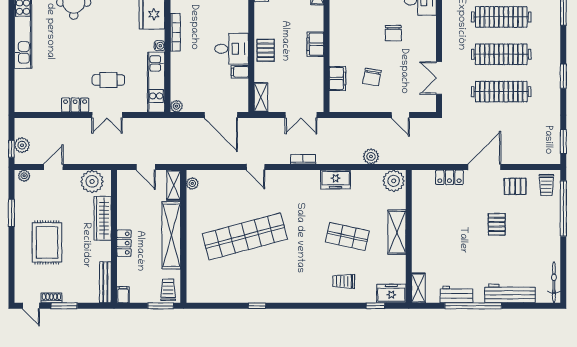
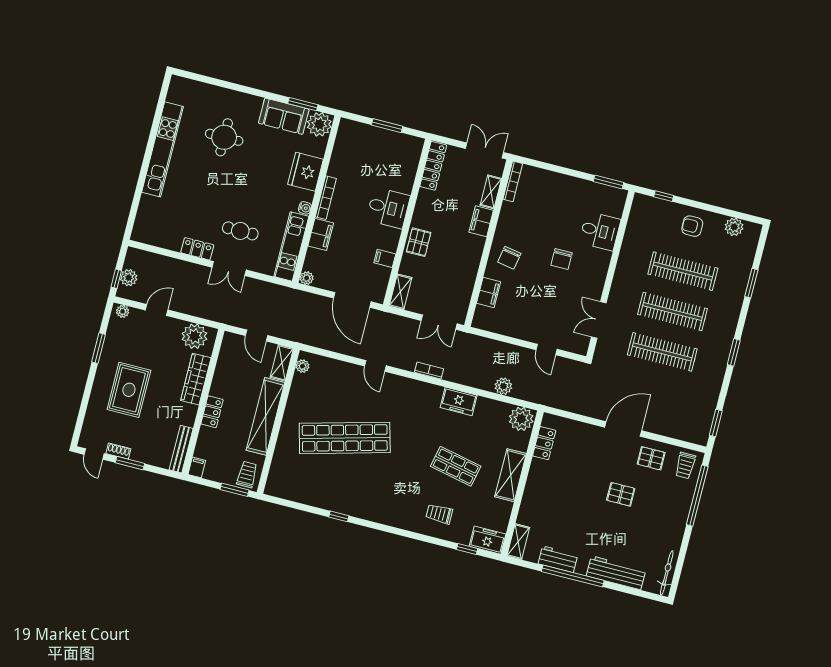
filing cabinet: (315, 44) -> (481, 221), moved
desk: (232, 49) -> (388, 208), moved
filing cabinet: (179, 65) -> (321, 234), added
chair: (372, 77) -> (509, 258), moved
locker: (449, 177) -> (544, 443), moved, turned -90
pallet: (497, 224) -> (621, 494), turned 90

